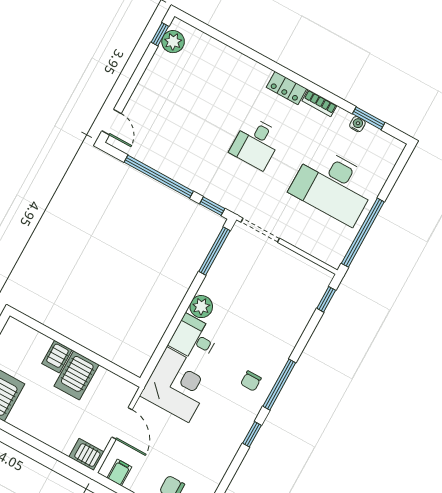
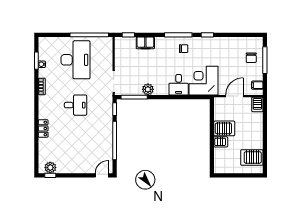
locker: (286, 88) -> (43, 128), moved
plant: (201, 307) -> (148, 89), moved
filing cabinet: (297, 321) -> (145, 43), added

